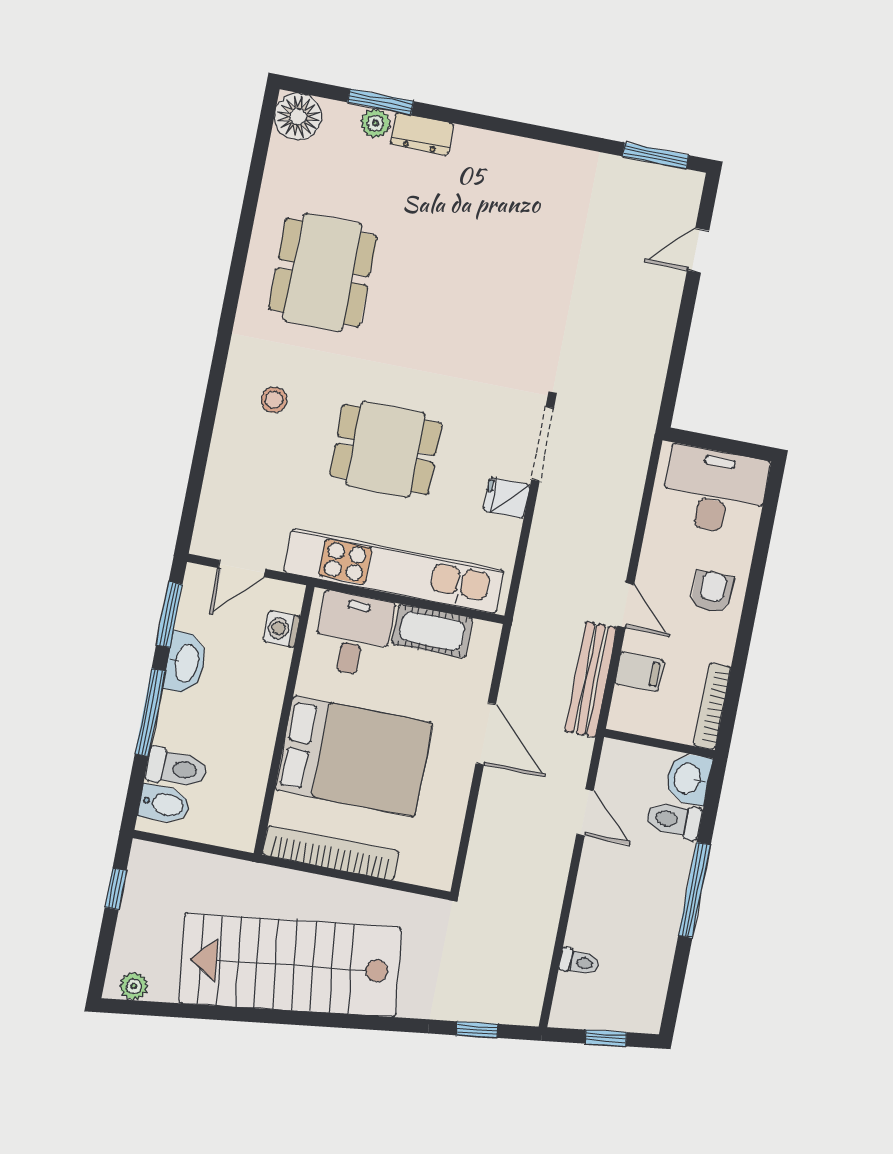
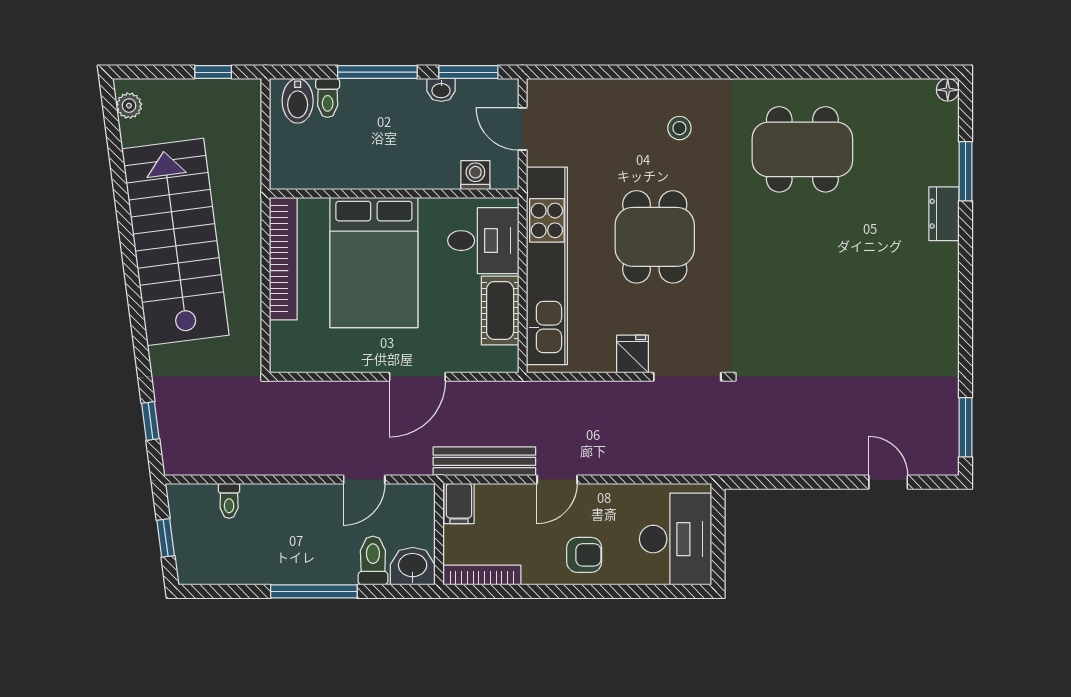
floor lamp: (298, 117) -> (948, 90), width x0.53, depth x0.53
plant: (376, 123) -> (945, 171), removed
washbasin: (186, 663) -> (441, 90), width x0.52, depth x0.69
filing cabinet: (639, 672) -> (459, 504), moved
toilet: (176, 768) -> (328, 98), width x0.73, depth x0.72

